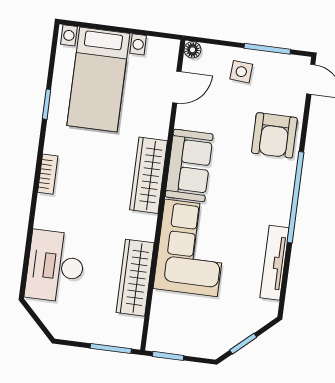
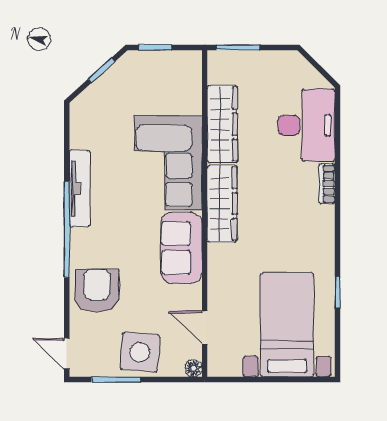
side table: (241, 72) -> (140, 352), width x1.87, depth x1.87
door: (177, 87) -> (205, 327), hinge flipped
bookcase: (48, 174) -> (327, 184), moved
wardrobe: (149, 175) -> (222, 204), moved
tv unit: (275, 263) -> (80, 189), moved
window: (168, 356) -> (155, 47), moved

